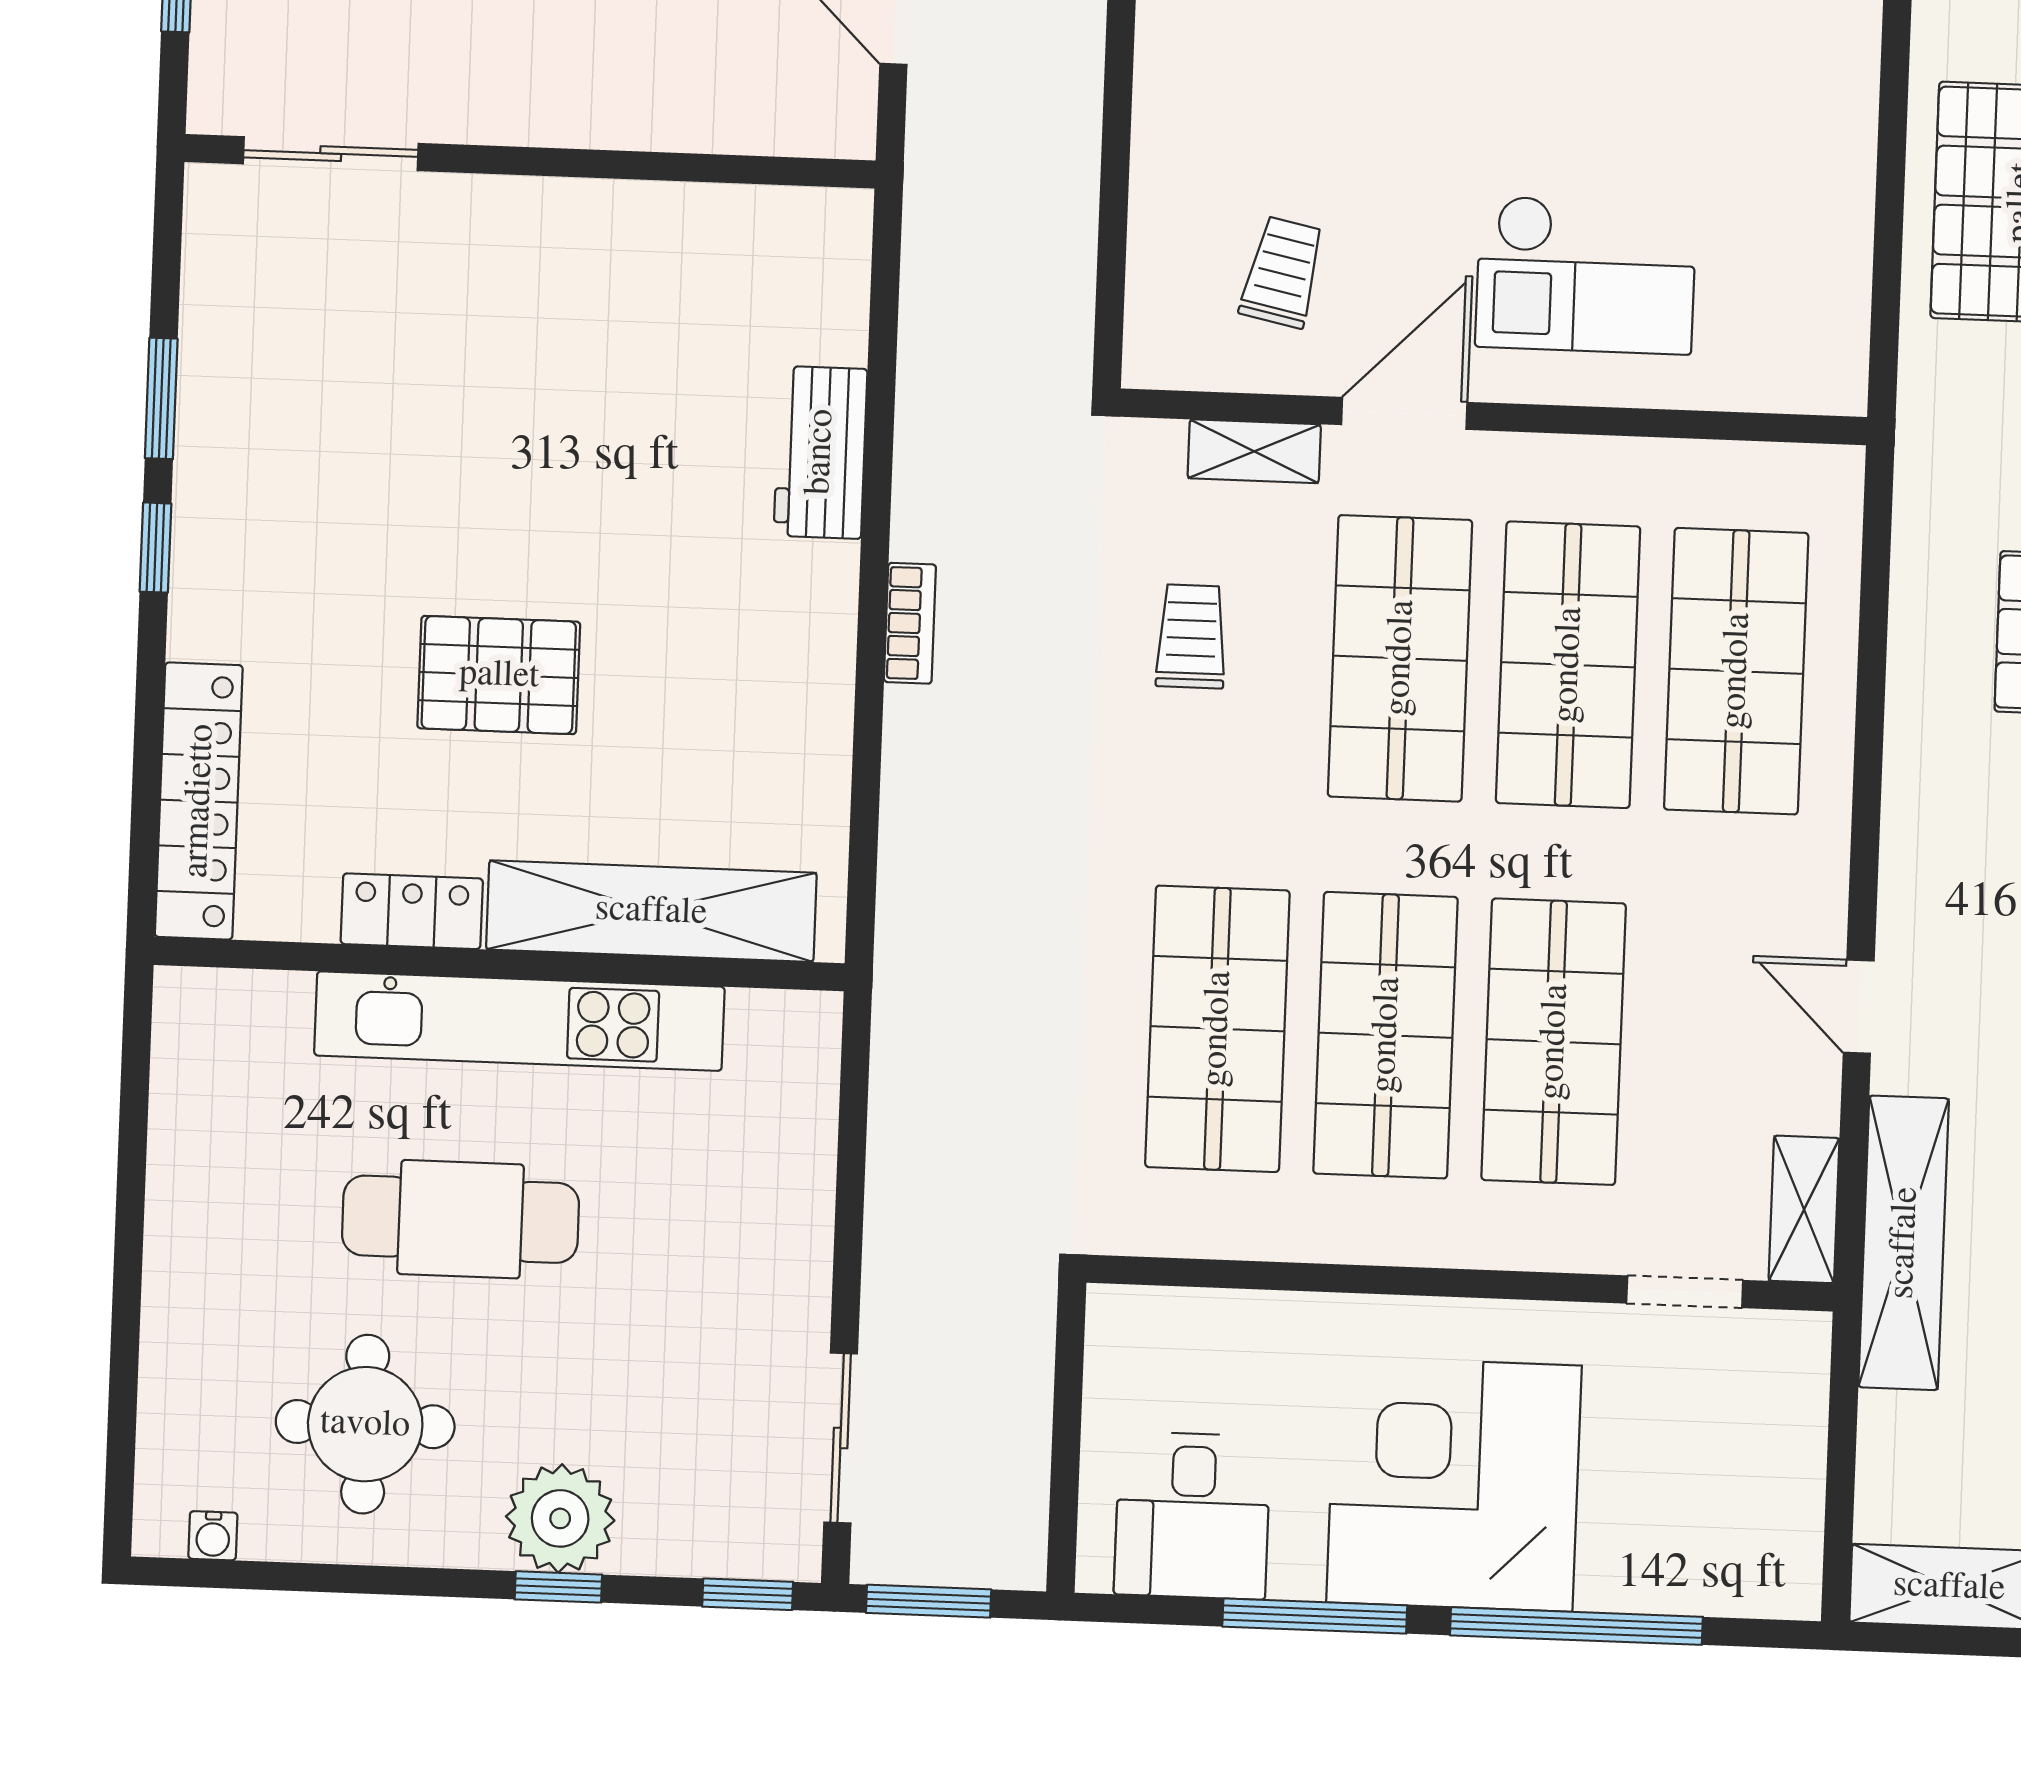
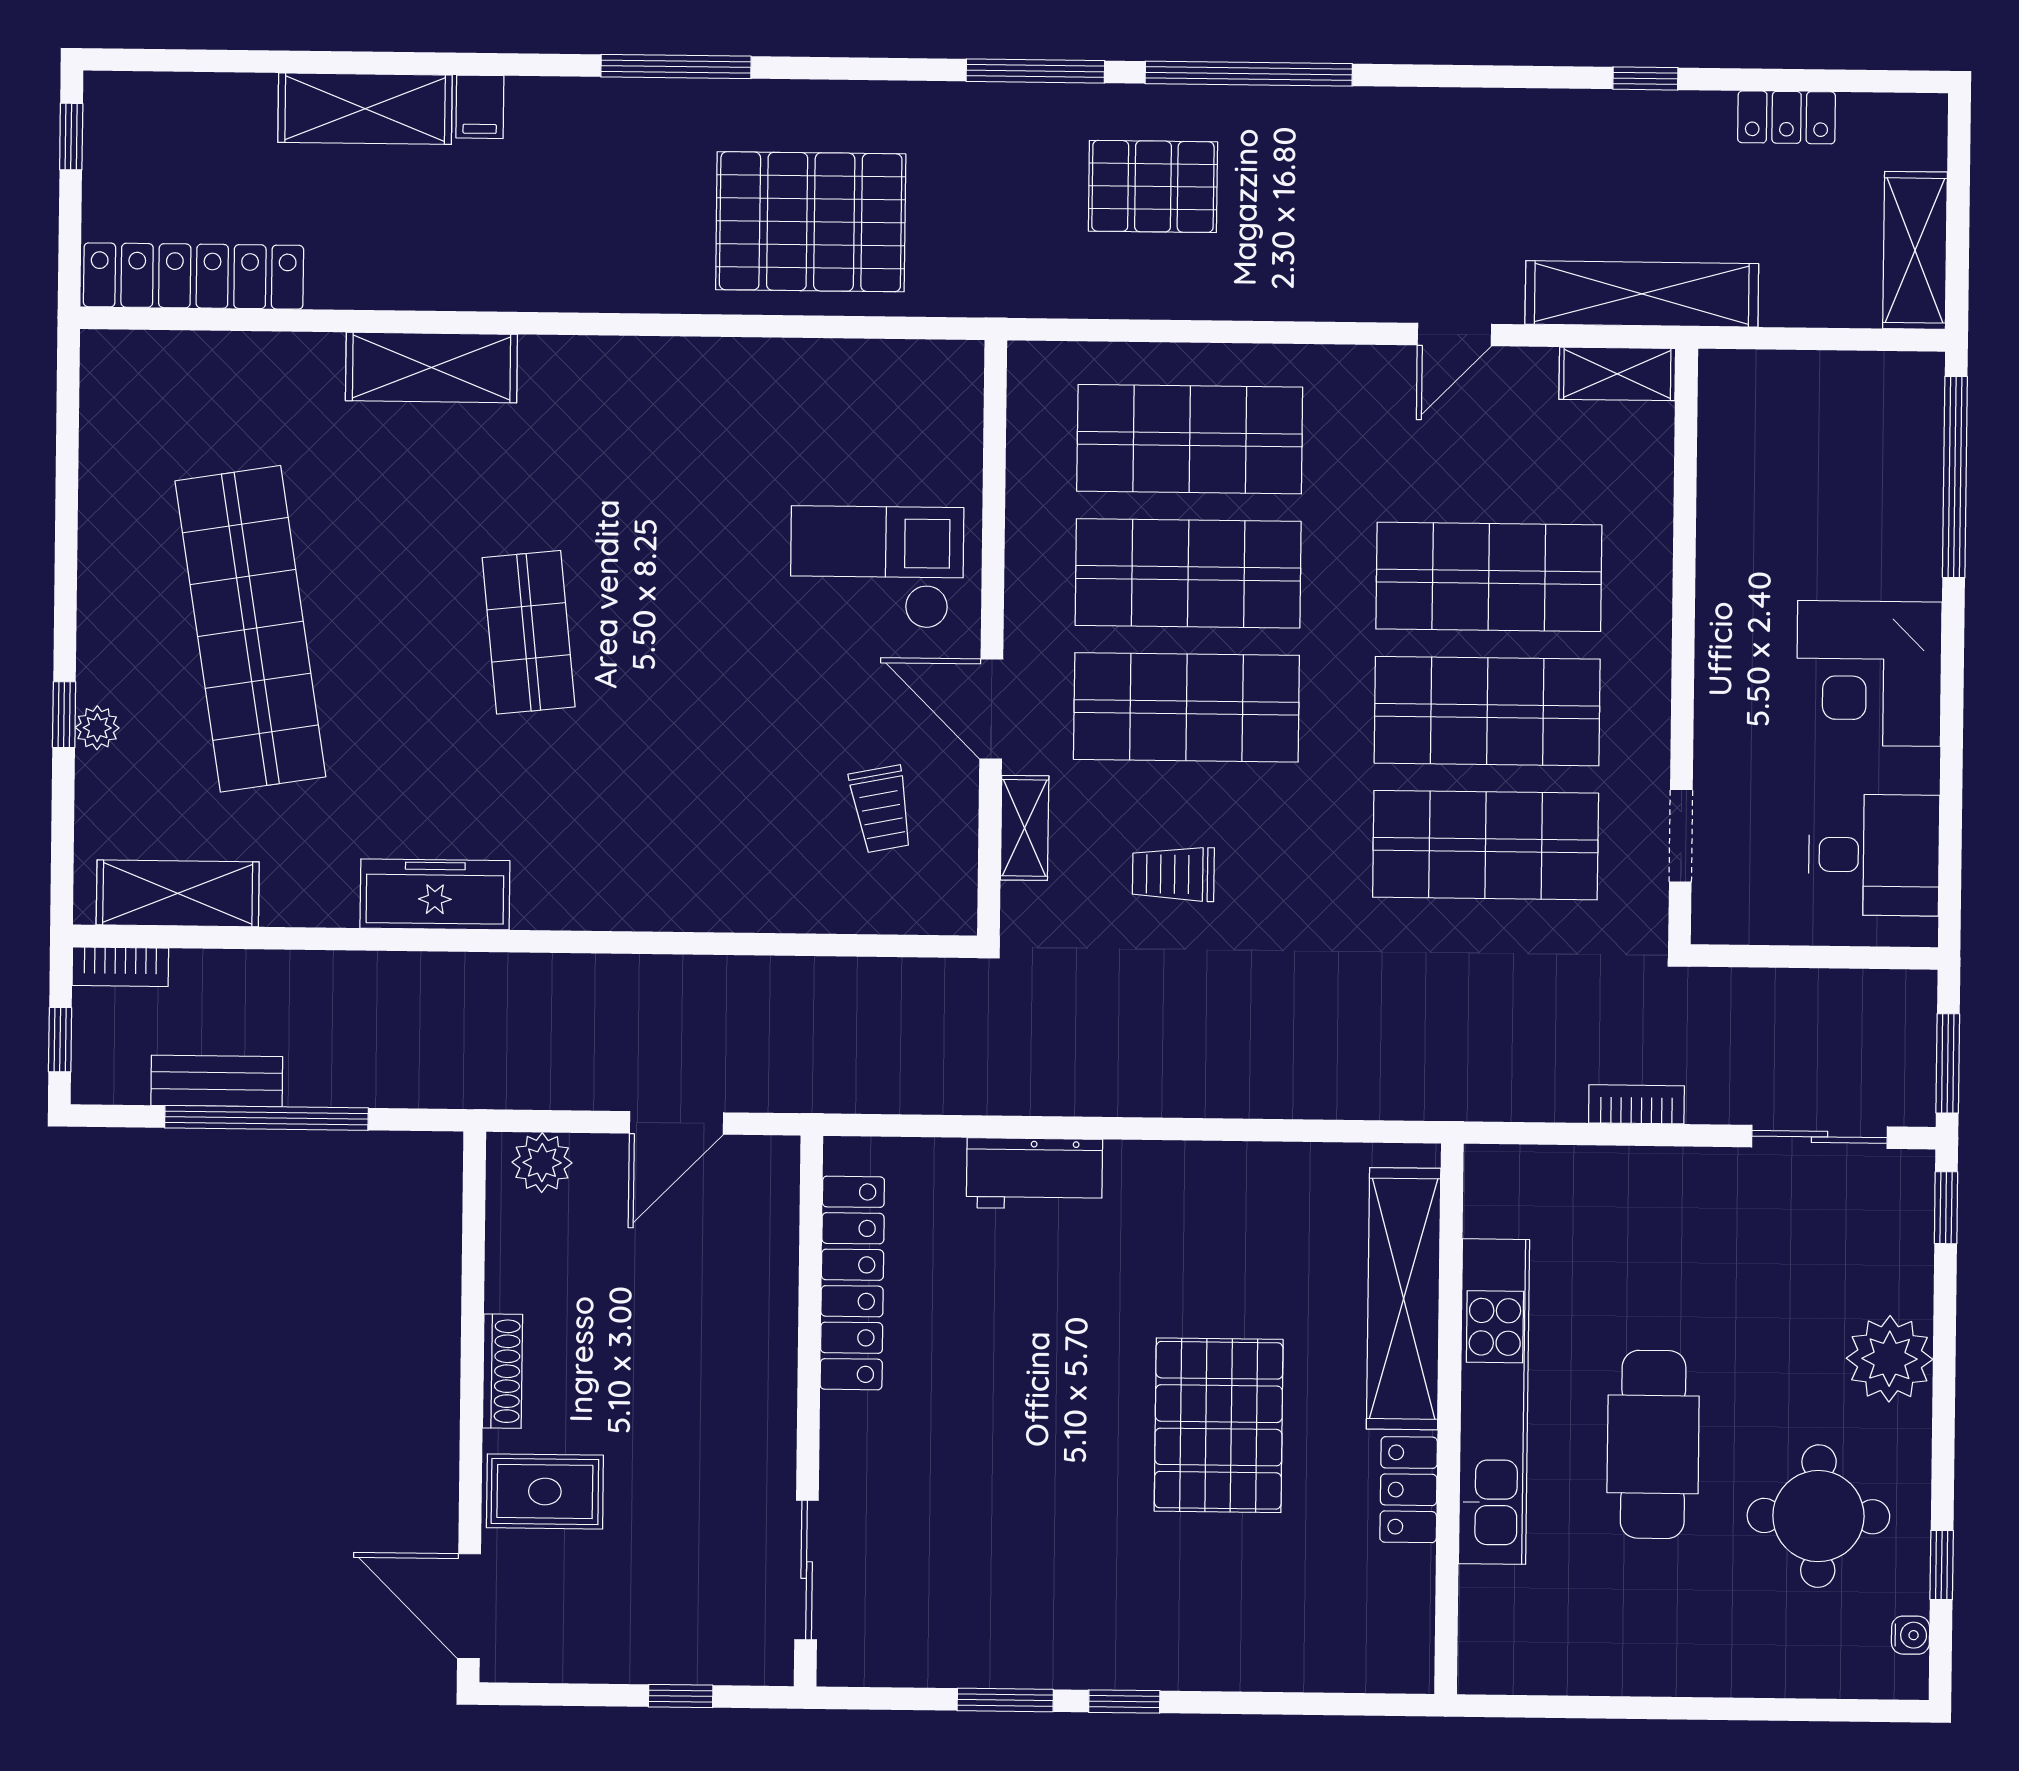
trolley: (1283, 272) -> (881, 809), turned -113
checkout: (1586, 275) -> (877, 567), turned -90
bookcase: (910, 623) -> (1636, 1104), moved
pallet: (499, 675) -> (1219, 1425), width x1.37, depth x1.41
locker: (199, 801) -> (852, 1283), moved, turned 90
doorway: (1685, 1292) -> (1681, 836), moved
corner desk: (1454, 1484) -> (1869, 673), width x0.74, depth x0.74
window: (558, 1587) -> (1942, 1565), moved
window: (1315, 1616) -> (1952, 755), removed
window: (1576, 1626) -> (1955, 477), moved

